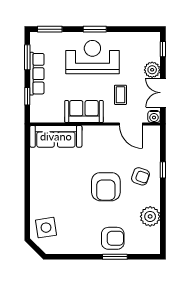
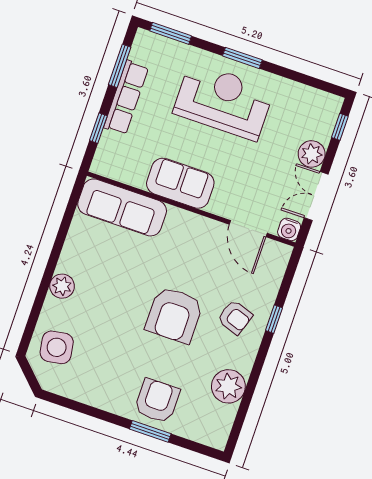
coffee table: (120, 95) -> (247, 177), removed
plant: (37, 192) -> (62, 286), added
armchair: (113, 238) -> (157, 401), turned -90

